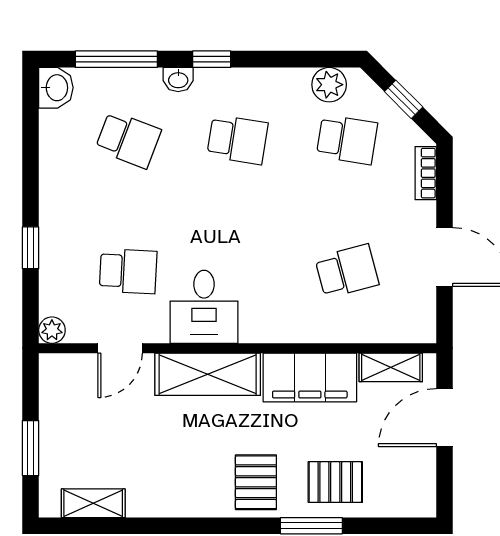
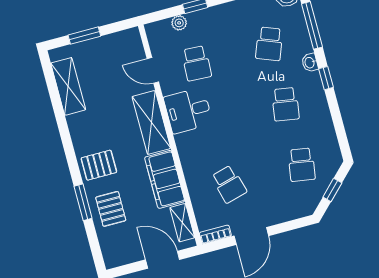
plant: (329, 85) -> (329, 147), removed
bookcase: (426, 173) -> (215, 234), moved
plant: (52, 330) -> (179, 23), moved
shelving: (93, 503) -> (68, 86), width x1.50, depth x1.33

